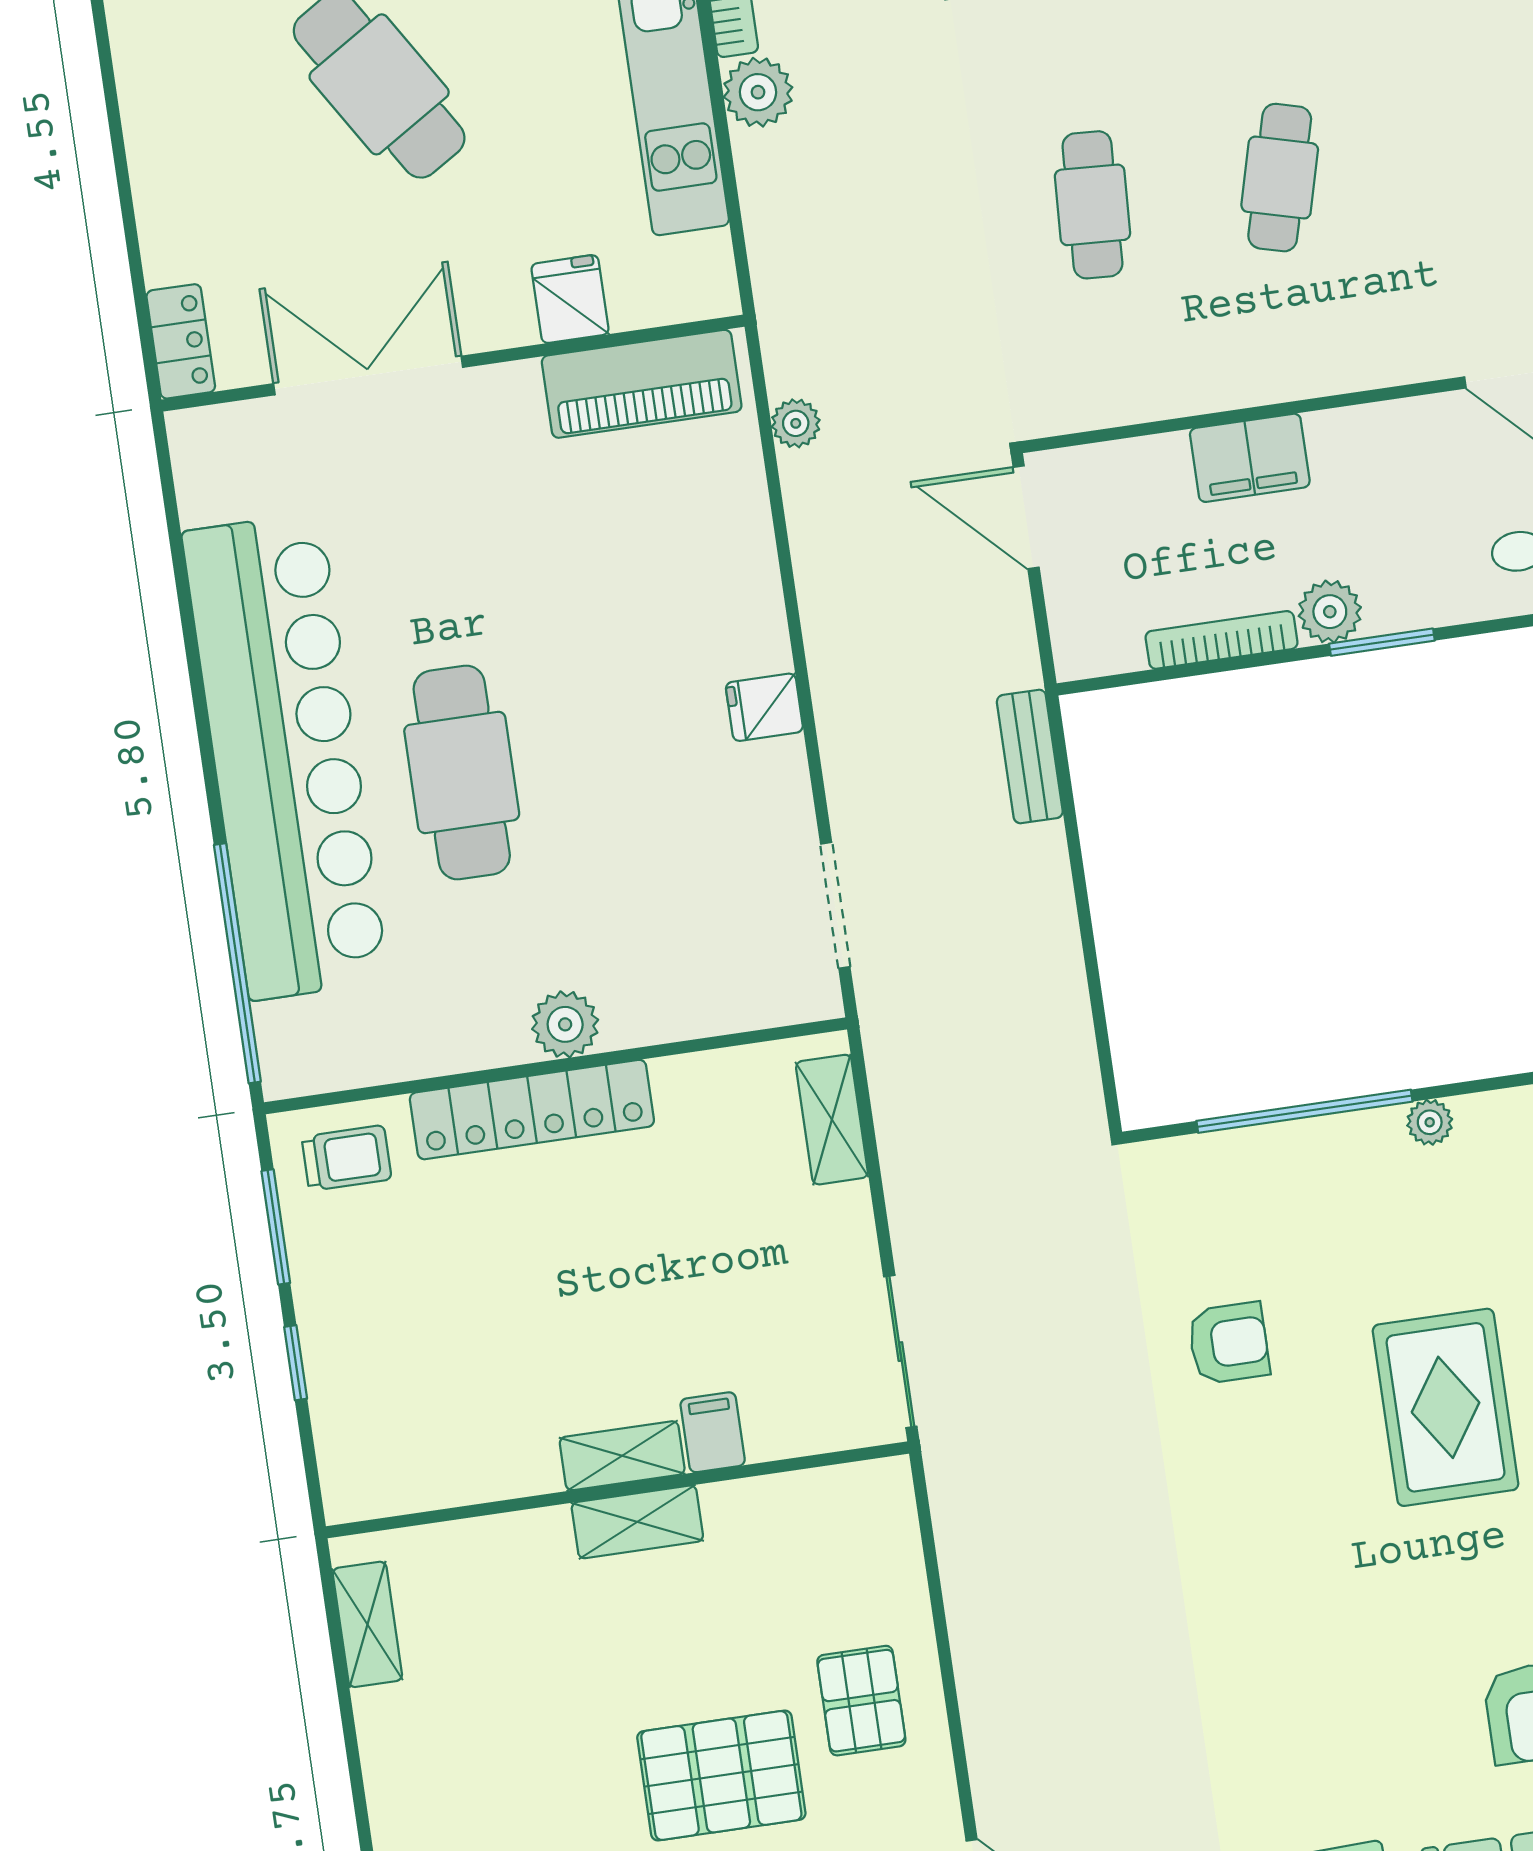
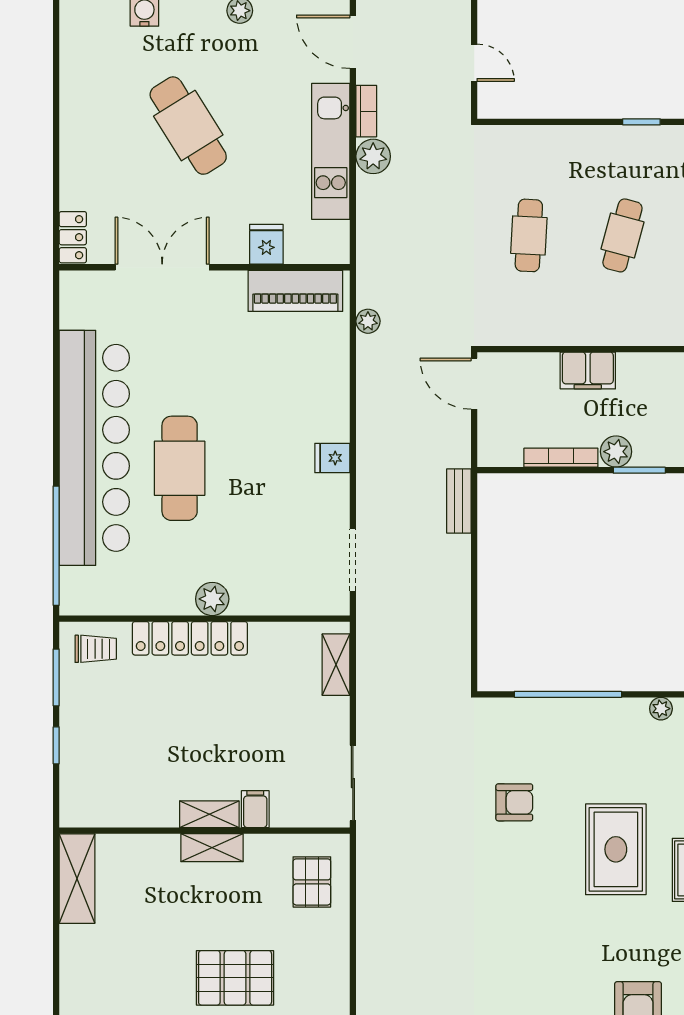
plant: (1430, 1122) -> (661, 709), moved
shelving: (367, 1624) -> (77, 879), width x1.50, depth x1.33
pallet: (861, 1701) -> (312, 882), moved

